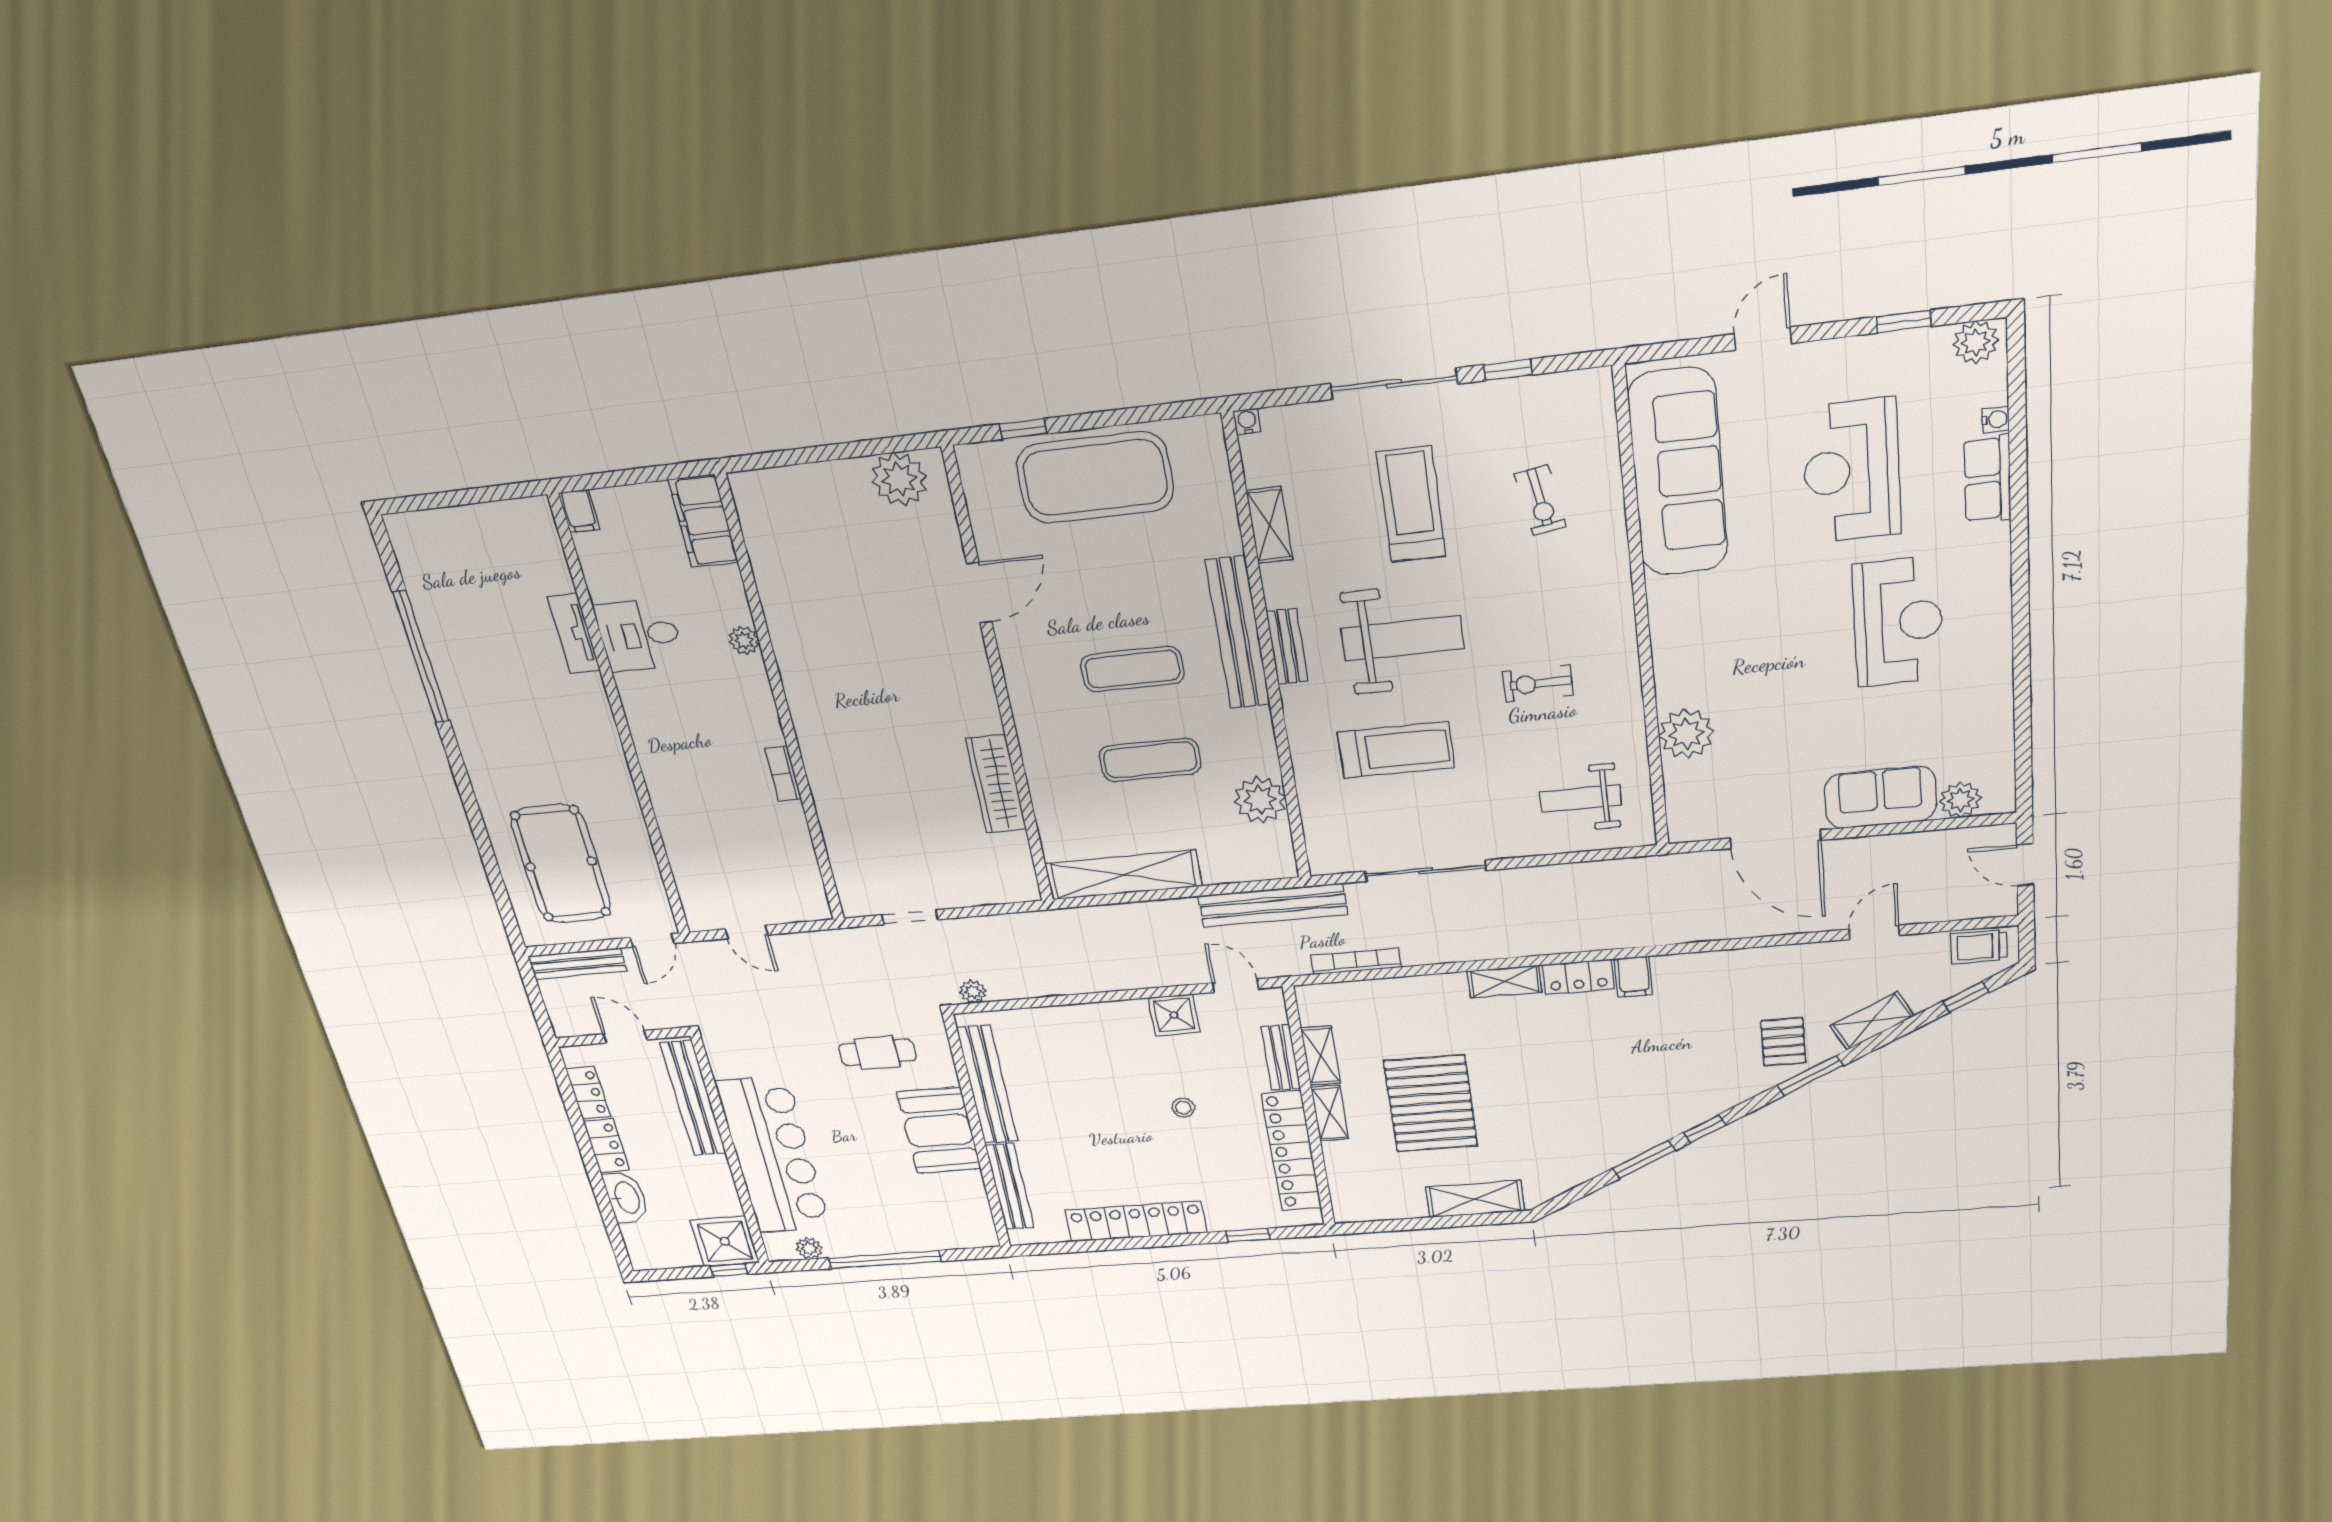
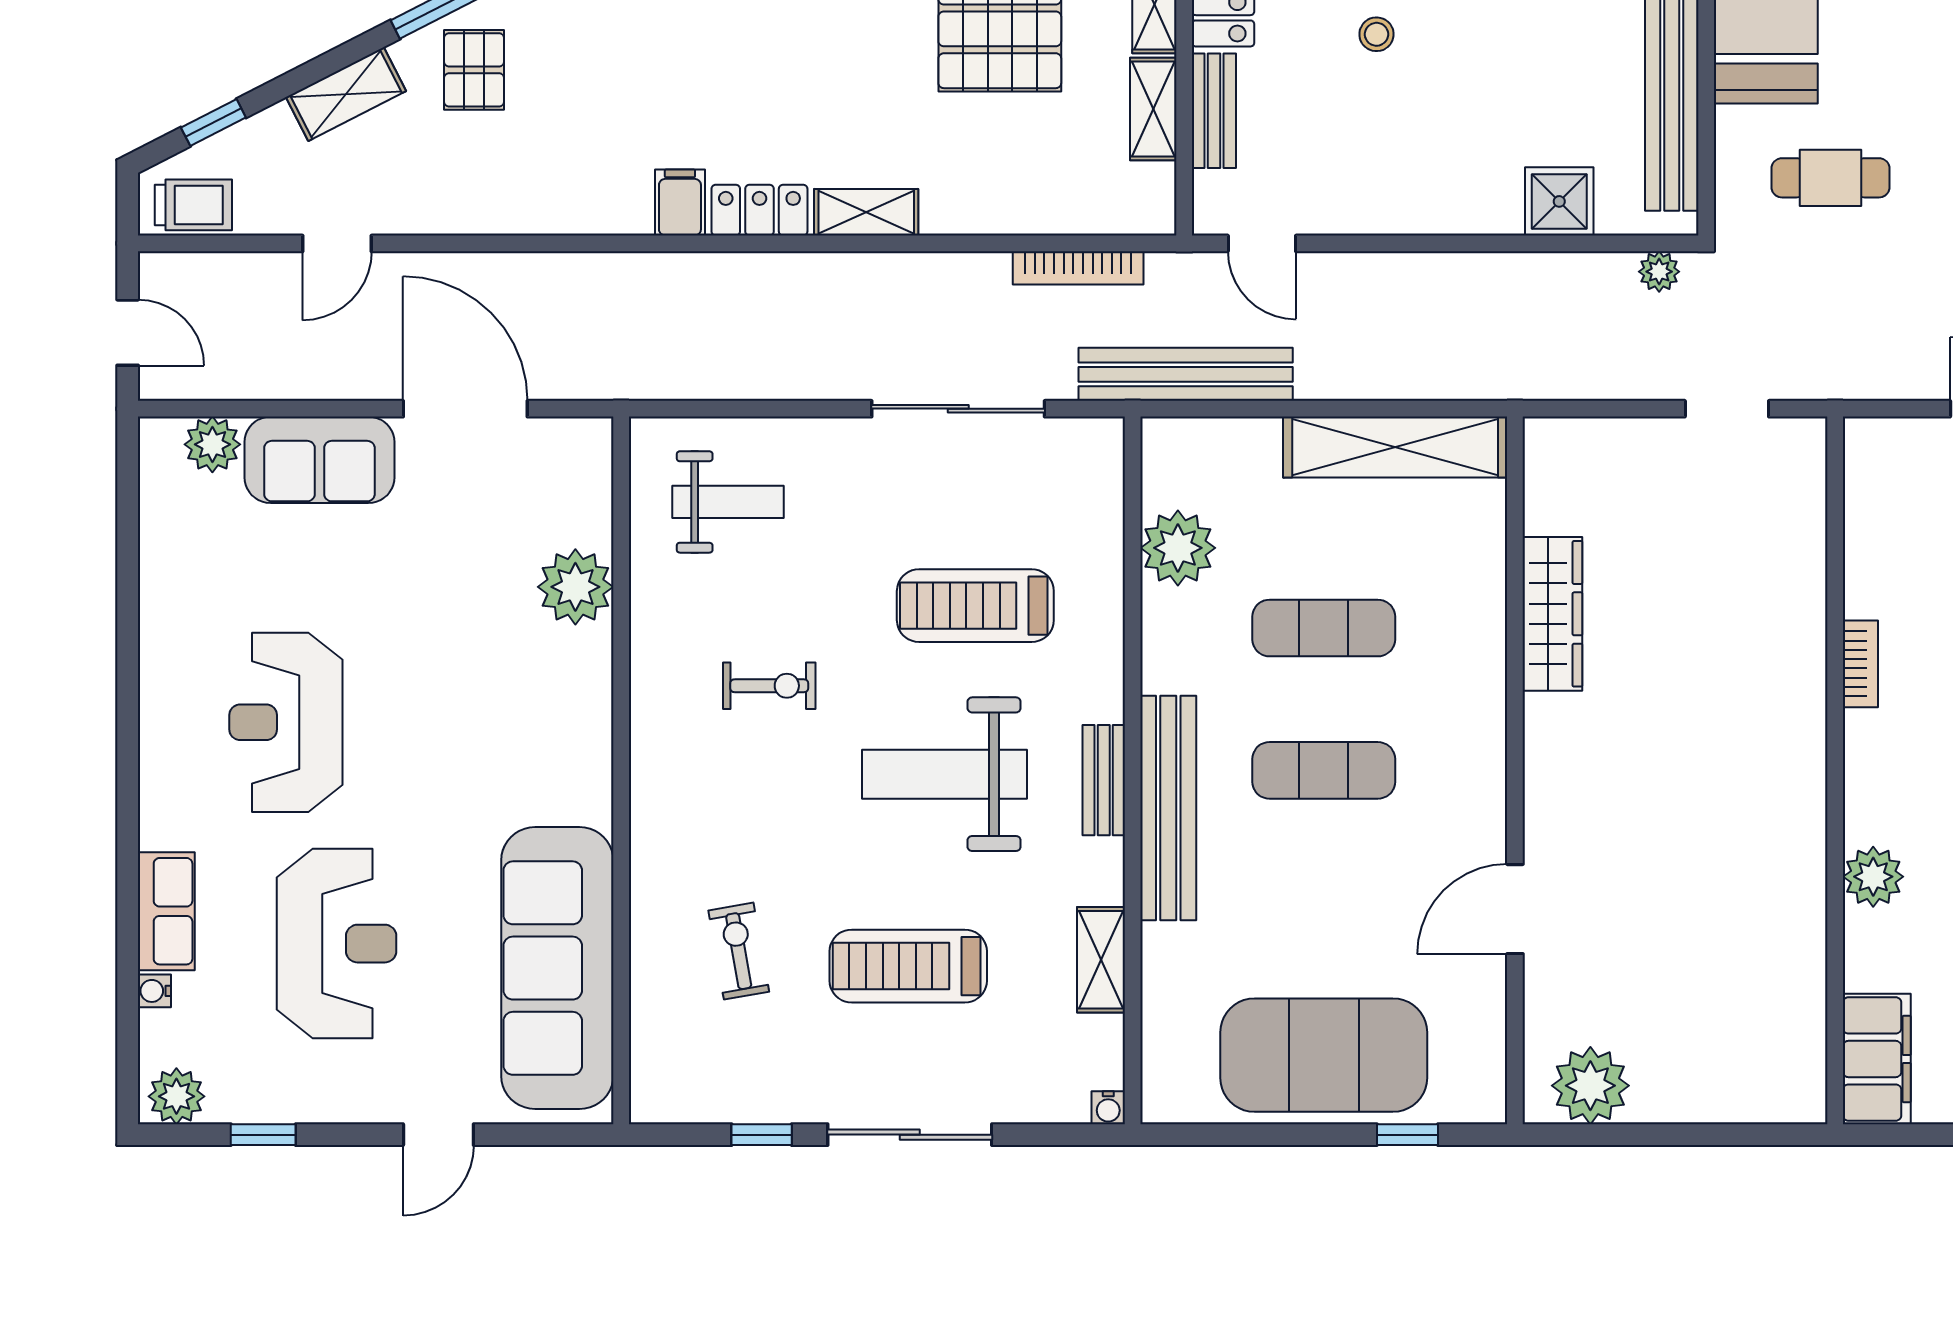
treadmill: (1411, 504) -> (908, 966), turned 90
plant: (744, 641) -> (1873, 877), width x1.38, depth x1.38
shower: (1174, 1015) -> (1559, 201), moved

